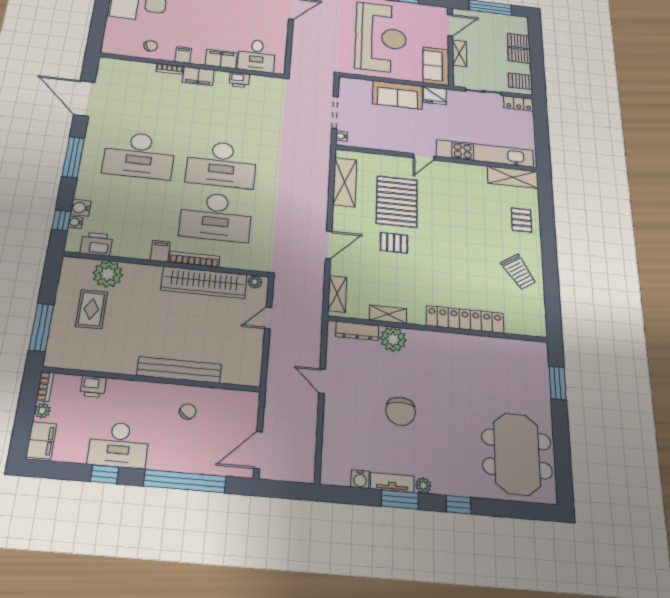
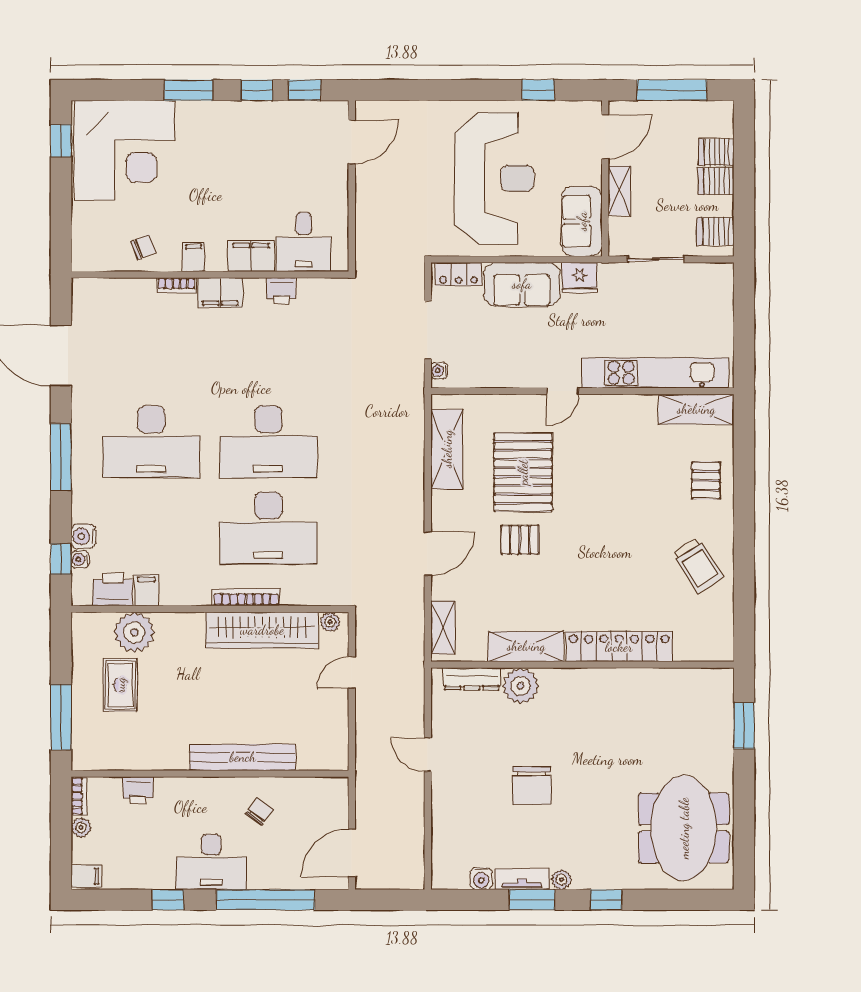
locker: (518, 103) -> (459, 274), moved
filing cabinet: (160, 251) -> (146, 590), moved
shelving: (388, 314) -> (526, 646), width x1.50, depth x1.33
filing cabinet: (41, 440) -> (86, 876), width x0.50
desk: (119, 445) -> (211, 862), moved

